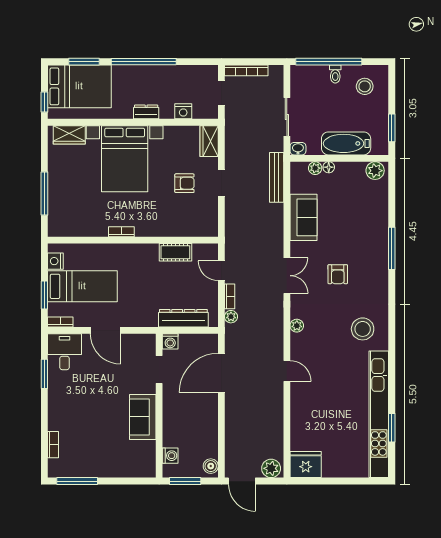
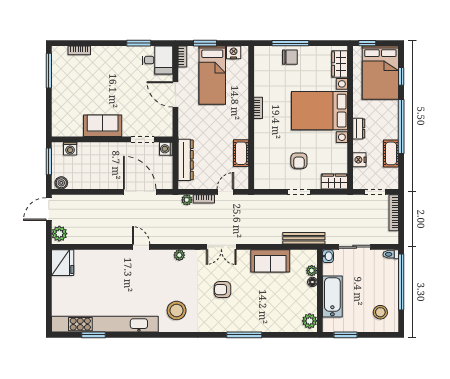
window: (84, 62) -> (401, 76), width x0.67
cot: (176, 74) -> (391, 153), added
toilet: (335, 74) -> (391, 254), moved
chair: (61, 194) -> (290, 57), added
door: (105, 330) -> (175, 94), hinge flipped
door: (287, 371) -> (141, 247), swing flipped

